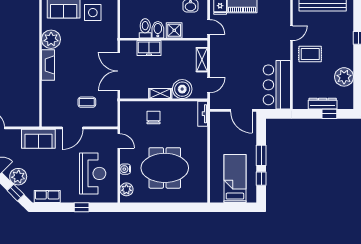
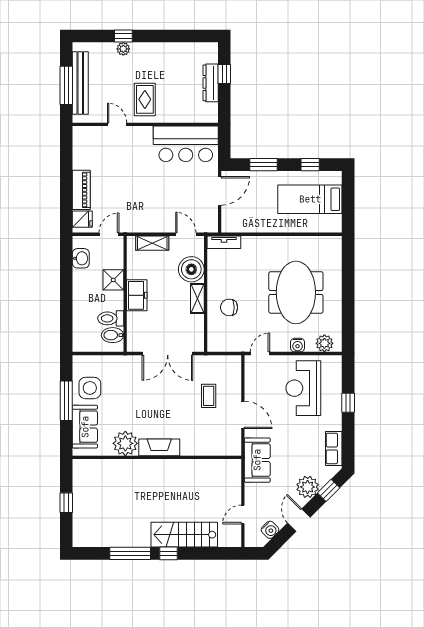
bidet: (158, 30) -> (113, 335), moved
freezer: (149, 48) -> (137, 295), moved
plant: (344, 77) -> (123, 49), moved, width x0.53, depth x0.53
window: (261, 155) -> (263, 165), moved
reception desk: (93, 173) -> (303, 388), turned -90

